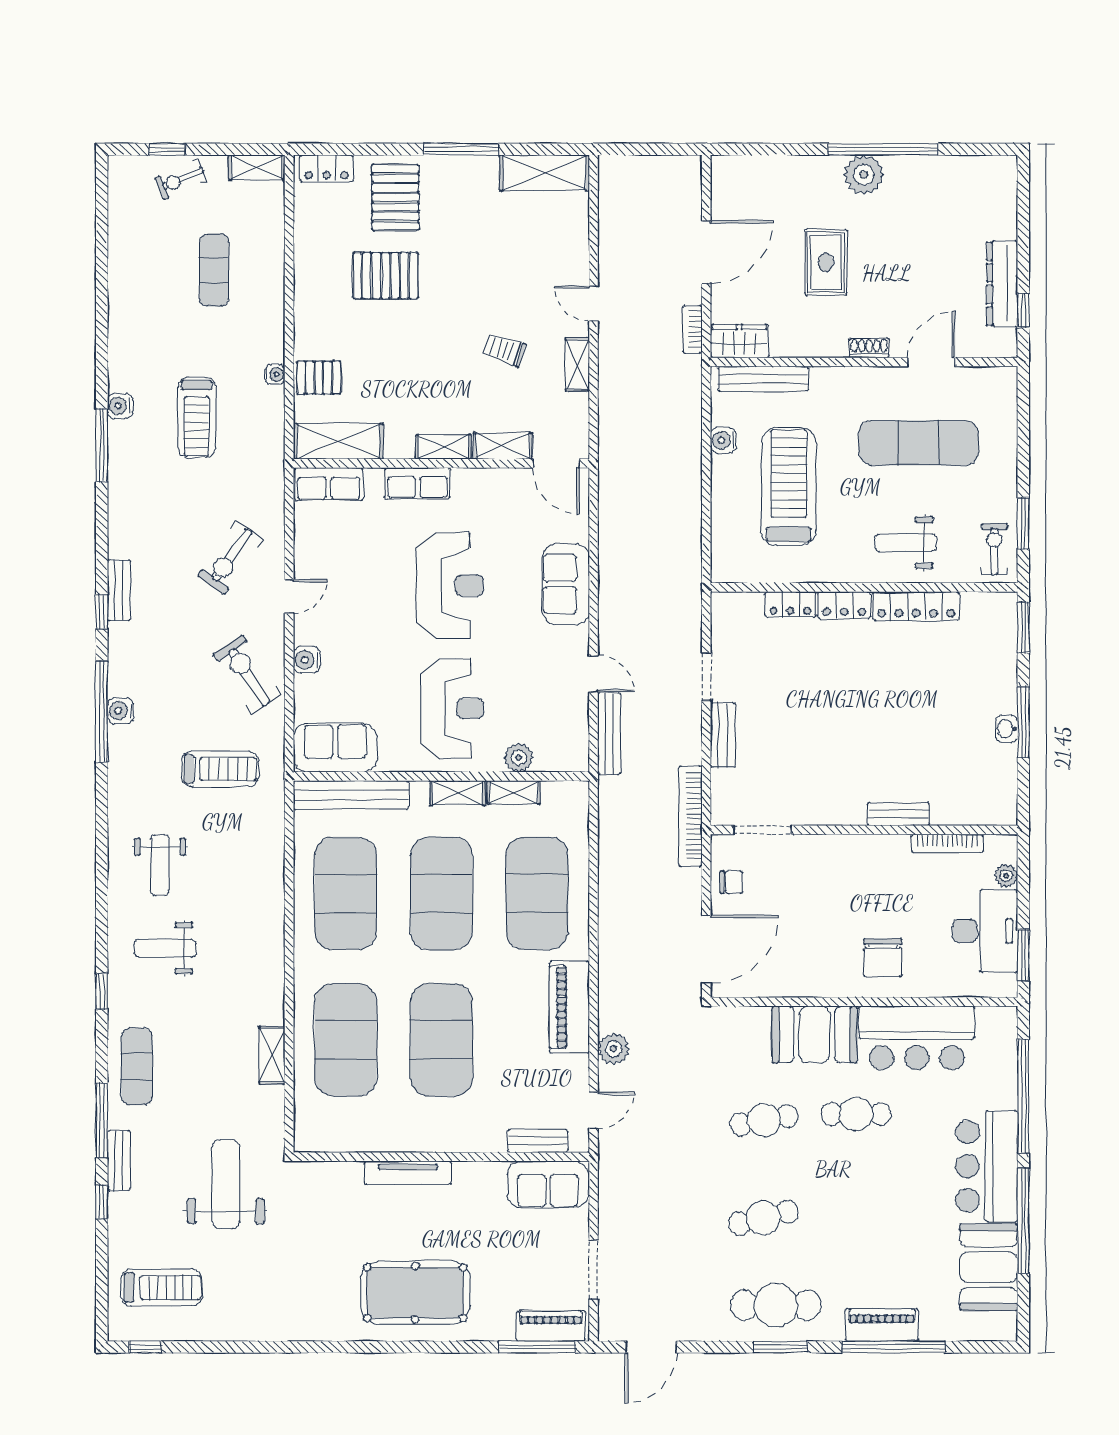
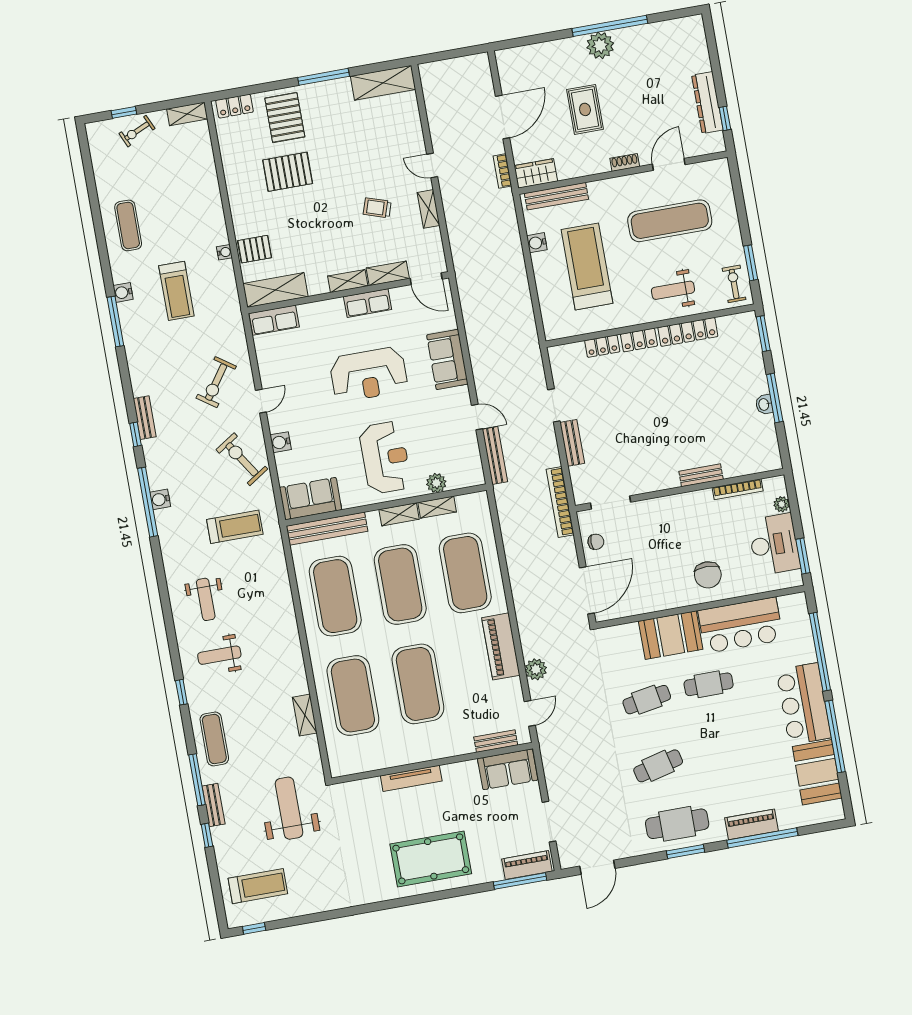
exercise mat: (214, 270) -> (128, 225), moved
row of seats: (418, 483) -> (368, 303), moved
reception desk: (450, 585) -> (369, 374), turned 90

